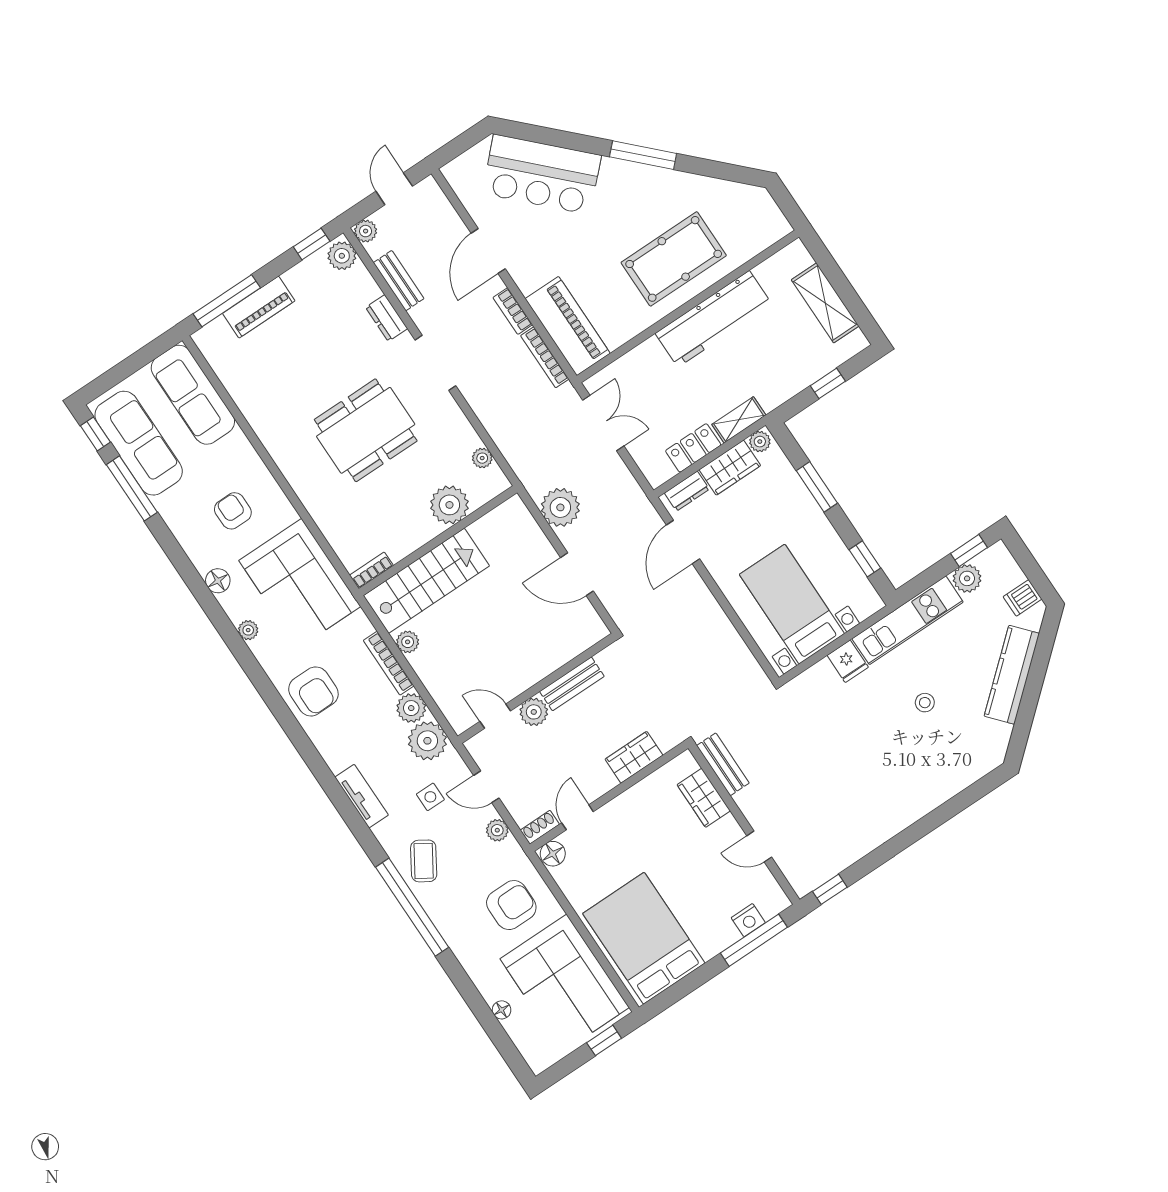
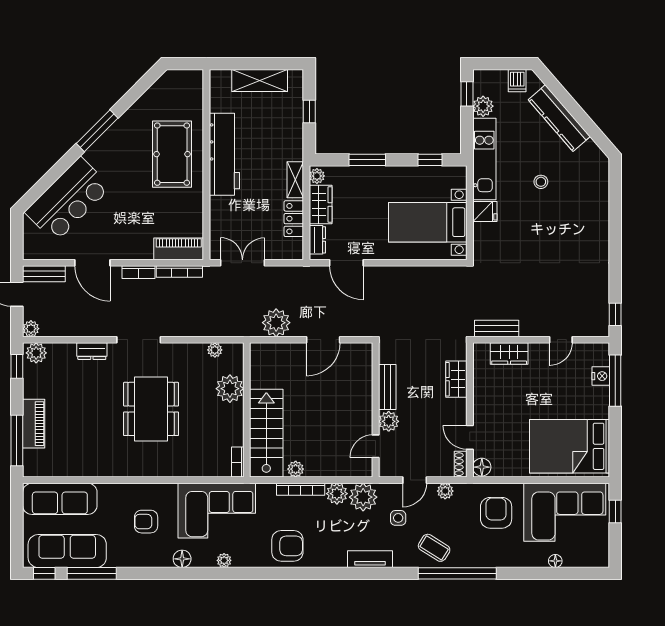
bench: (399, 281) -> (44, 274), moved
piano: (568, 326) -> (179, 249), width x0.73, depth x0.75

